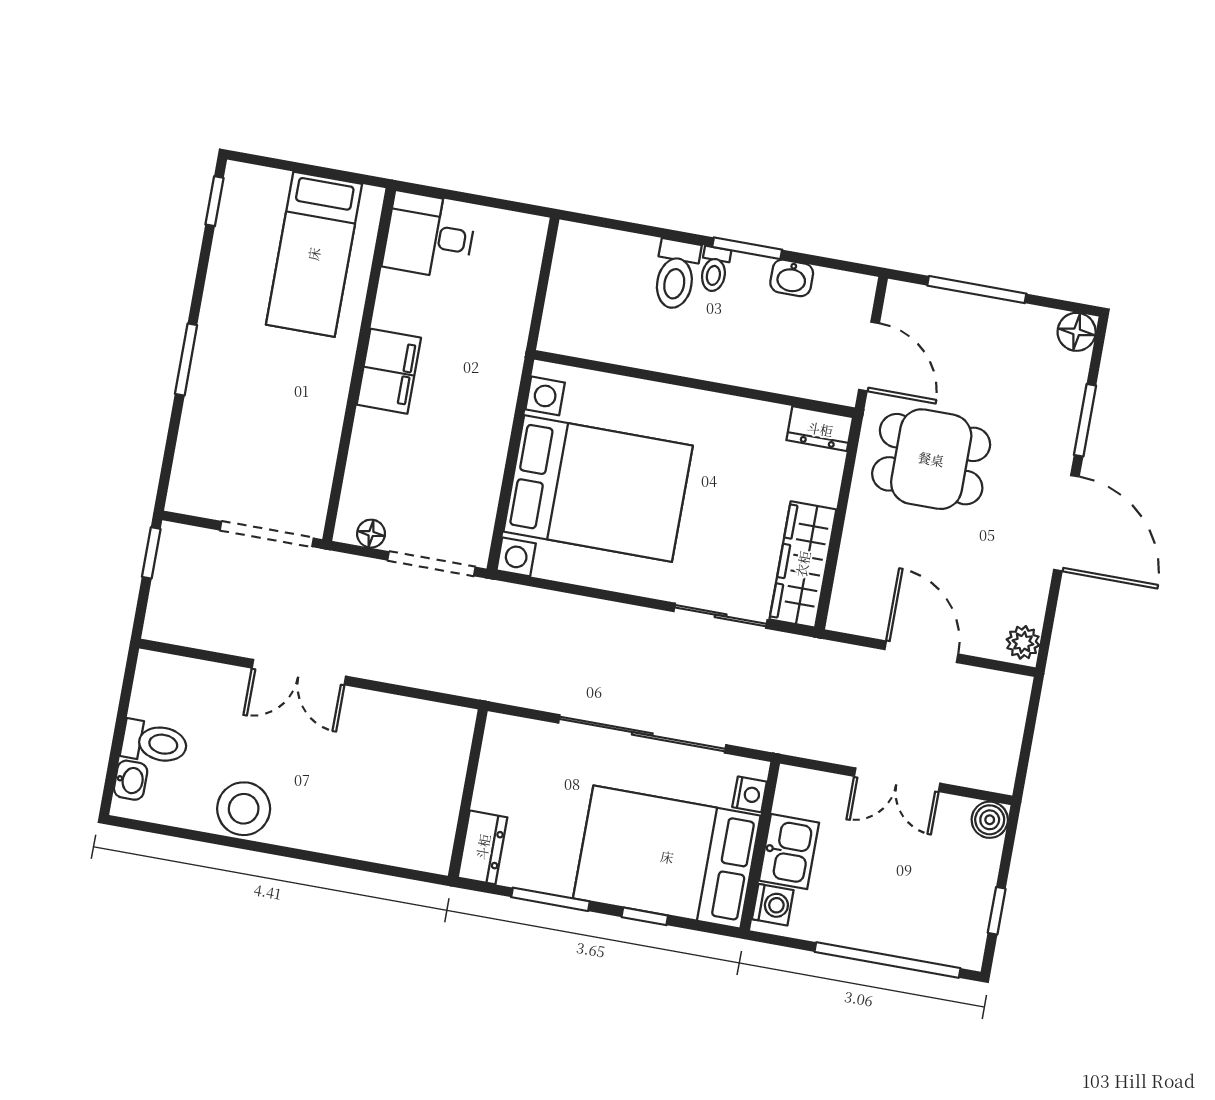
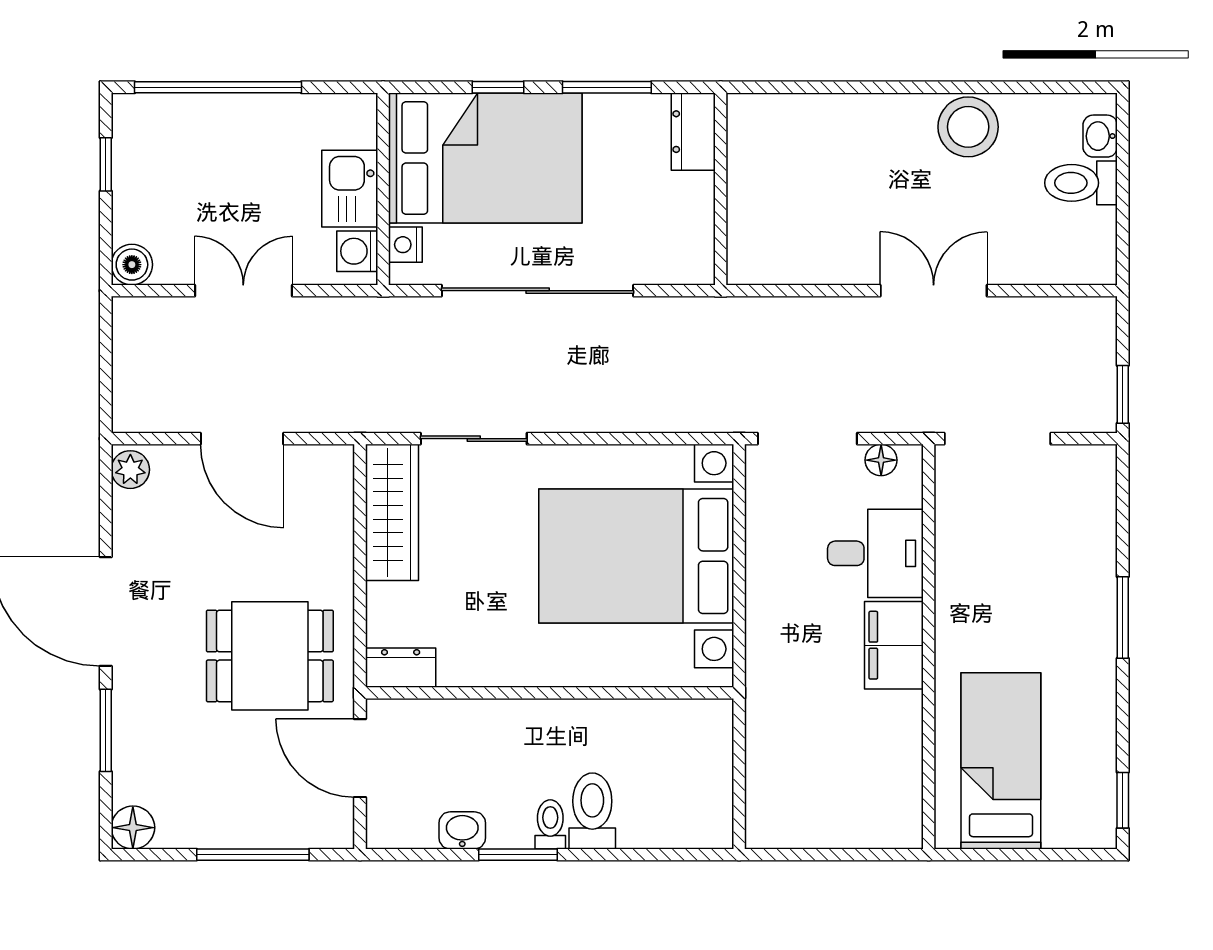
desk: (430, 236) -> (875, 553), moved
washing machine: (773, 905) -> (357, 251), moved

